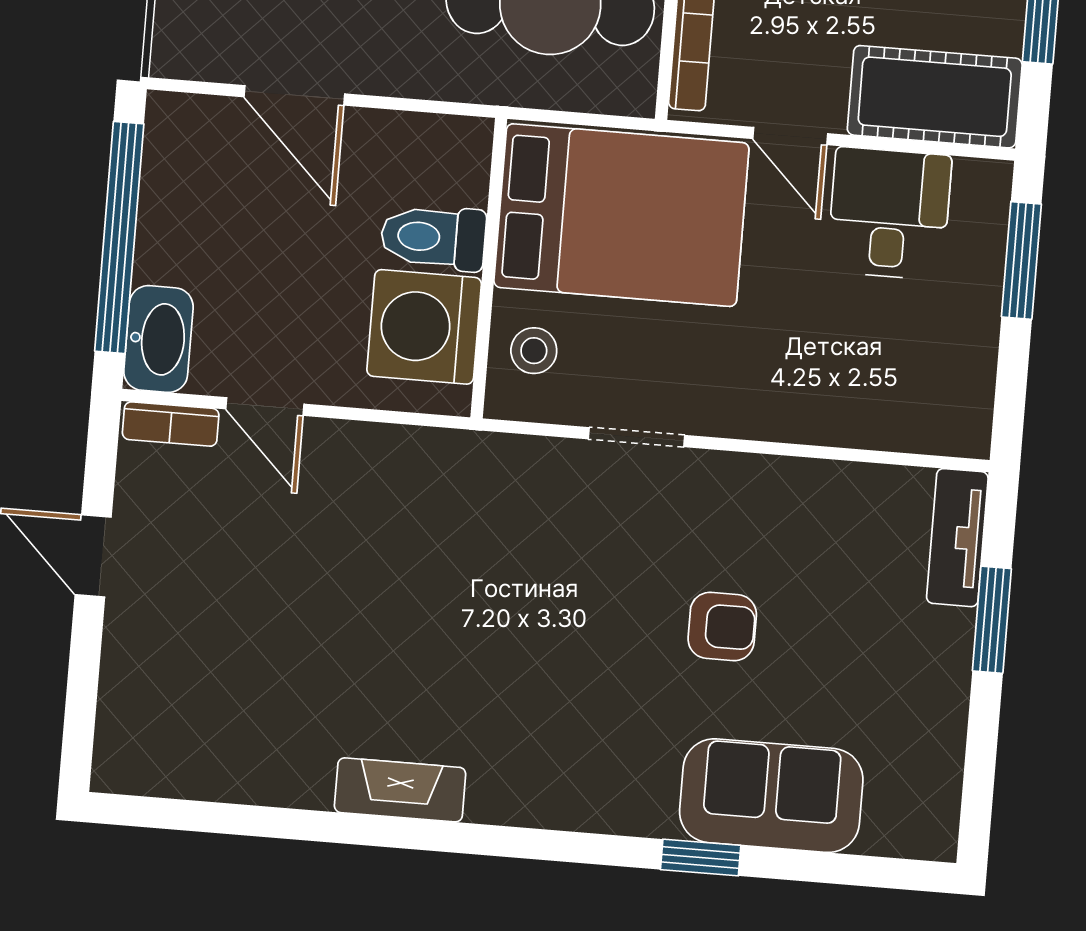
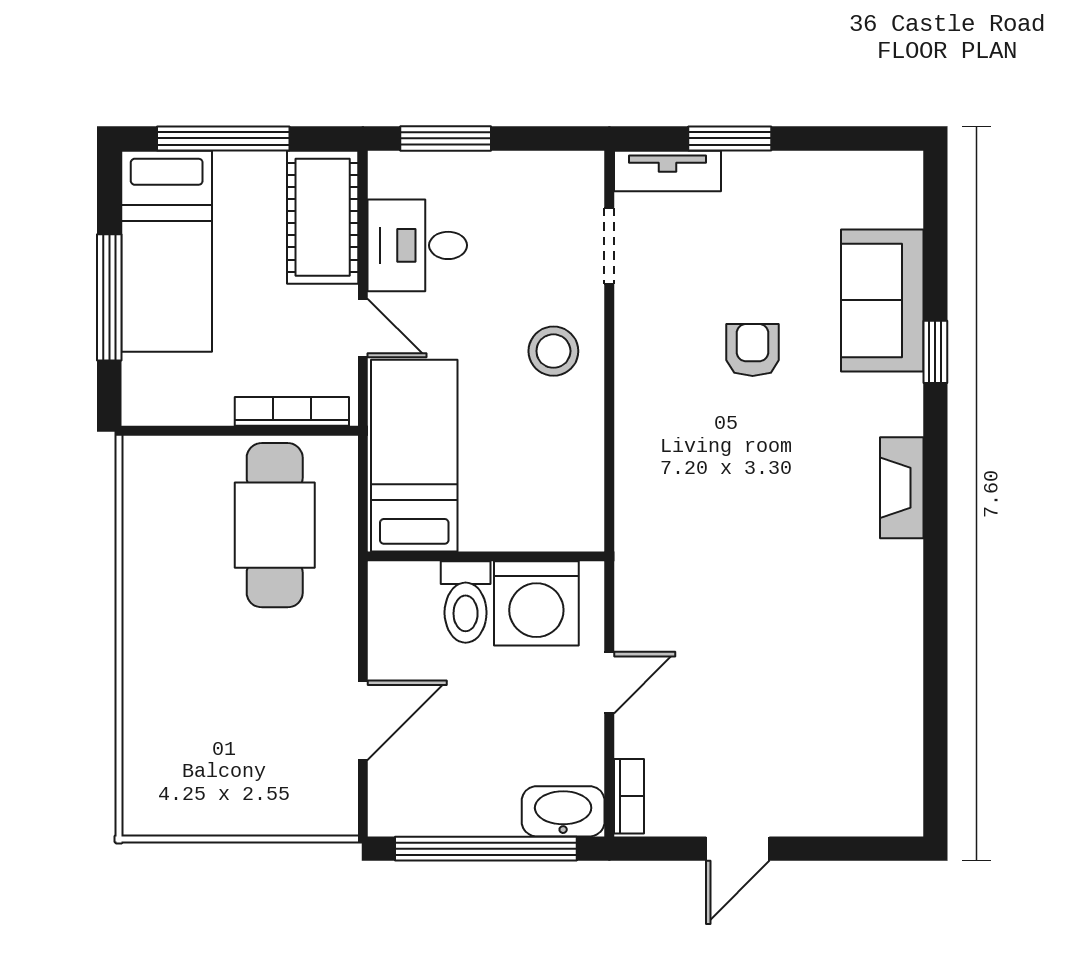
door: (790, 136) -> (363, 328), hinge flipped
bed: (621, 215) -> (414, 456), width x0.67
stool: (534, 351) -> (553, 351), moved, width x1.37, depth x1.37
door: (265, 407) -> (609, 683), moved
doorway: (636, 437) -> (609, 246), moved
fireplace: (400, 790) -> (902, 488), moved

